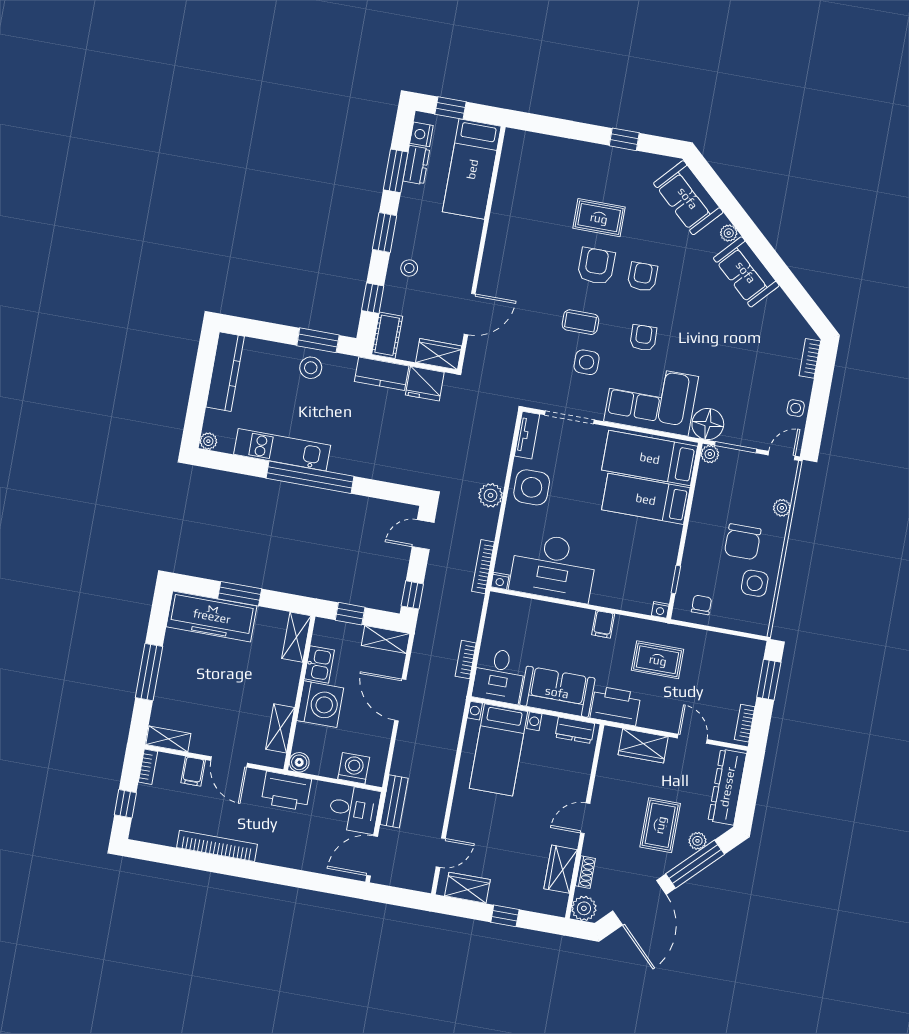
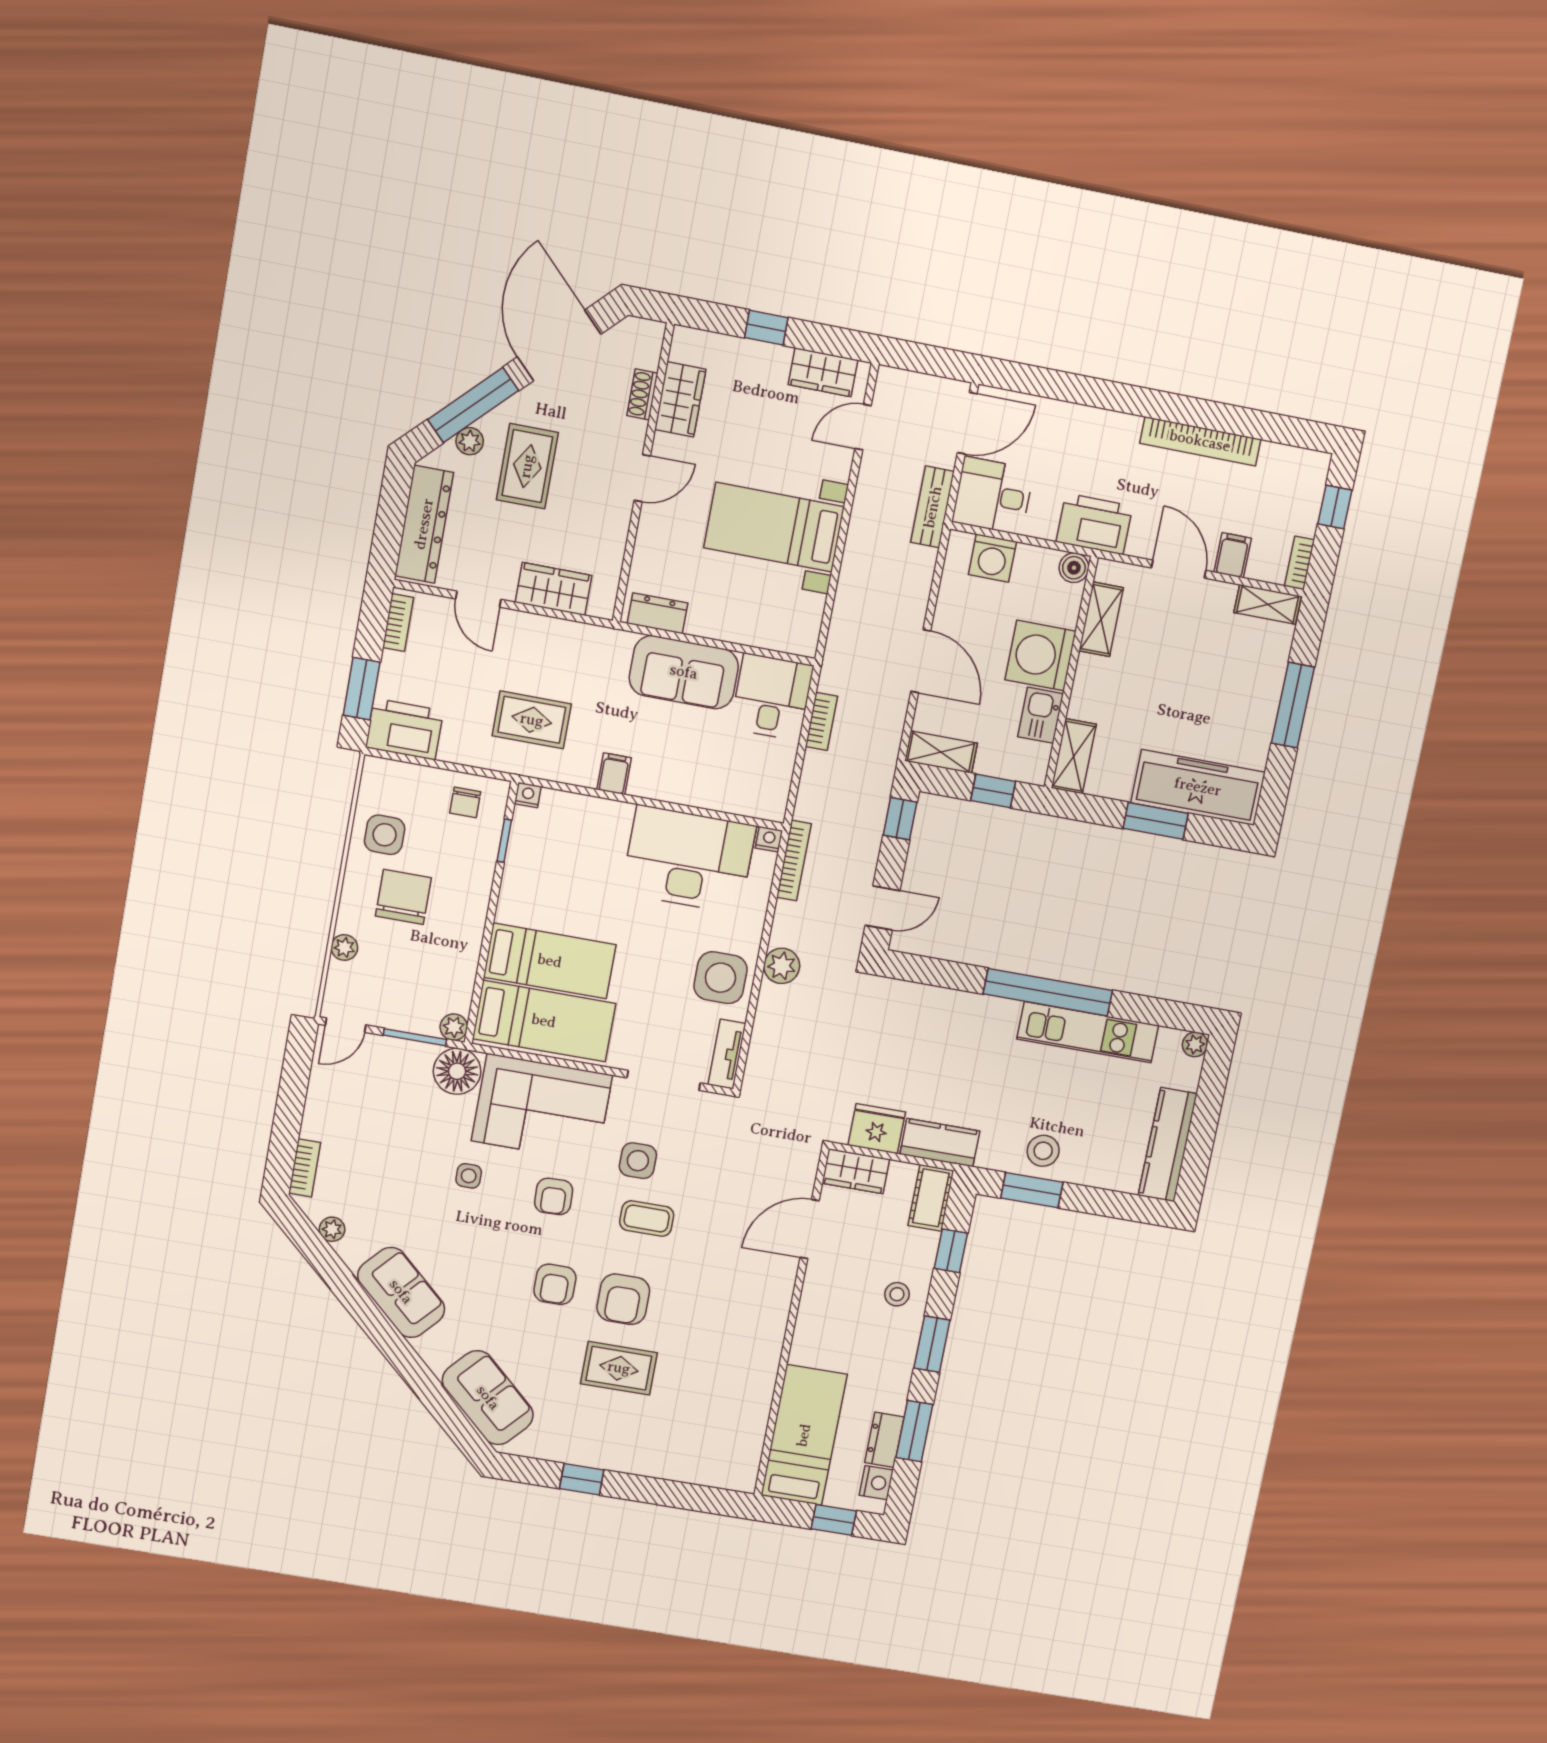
plant: (729, 233) -> (332, 1229), moved
side table: (796, 408) -> (469, 1176), moved
printer: (615, 706) -> (404, 729), moved, turned 180
bed with nightstands: (498, 750) -> (774, 527), moved, turned -90
plant: (584, 908) -> (645, 338), removed

